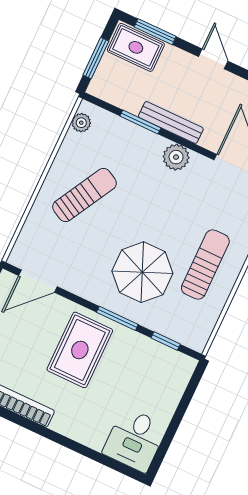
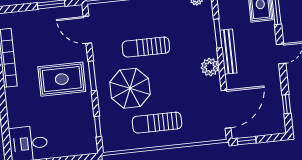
sun lounger: (85, 195) -> (146, 47), moved, turned 151
sun lounger: (205, 265) -> (157, 123), turned 180
window: (117, 318) -> (92, 76), moved

